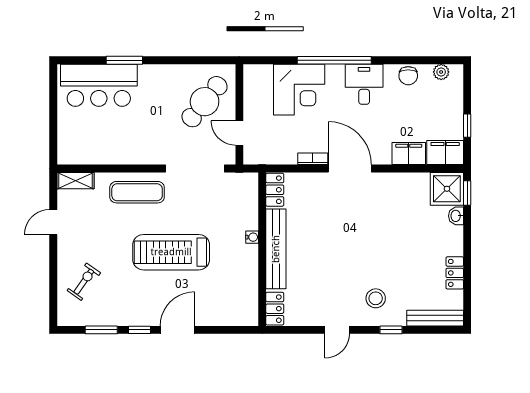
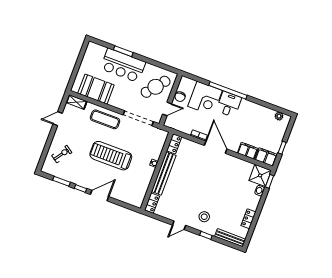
chair: (408, 76) -> (180, 97), moved
desk: (364, 84) -> (229, 104), moved
bar counter: (99, 85) -> (123, 65), moved
door: (239, 133) -> (167, 109), swing flipped
booth: (101, 145) -> (96, 89), added

